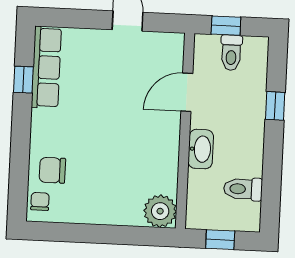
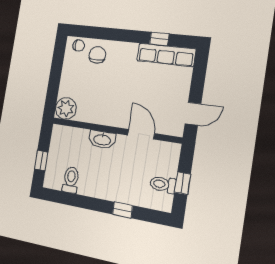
door: (187, 92) -> (141, 134), moved
wall: (185, 131) -> (115, 130), moved
washbasin: (201, 149) -> (102, 140), moved
plant: (160, 211) -> (66, 108), moved

